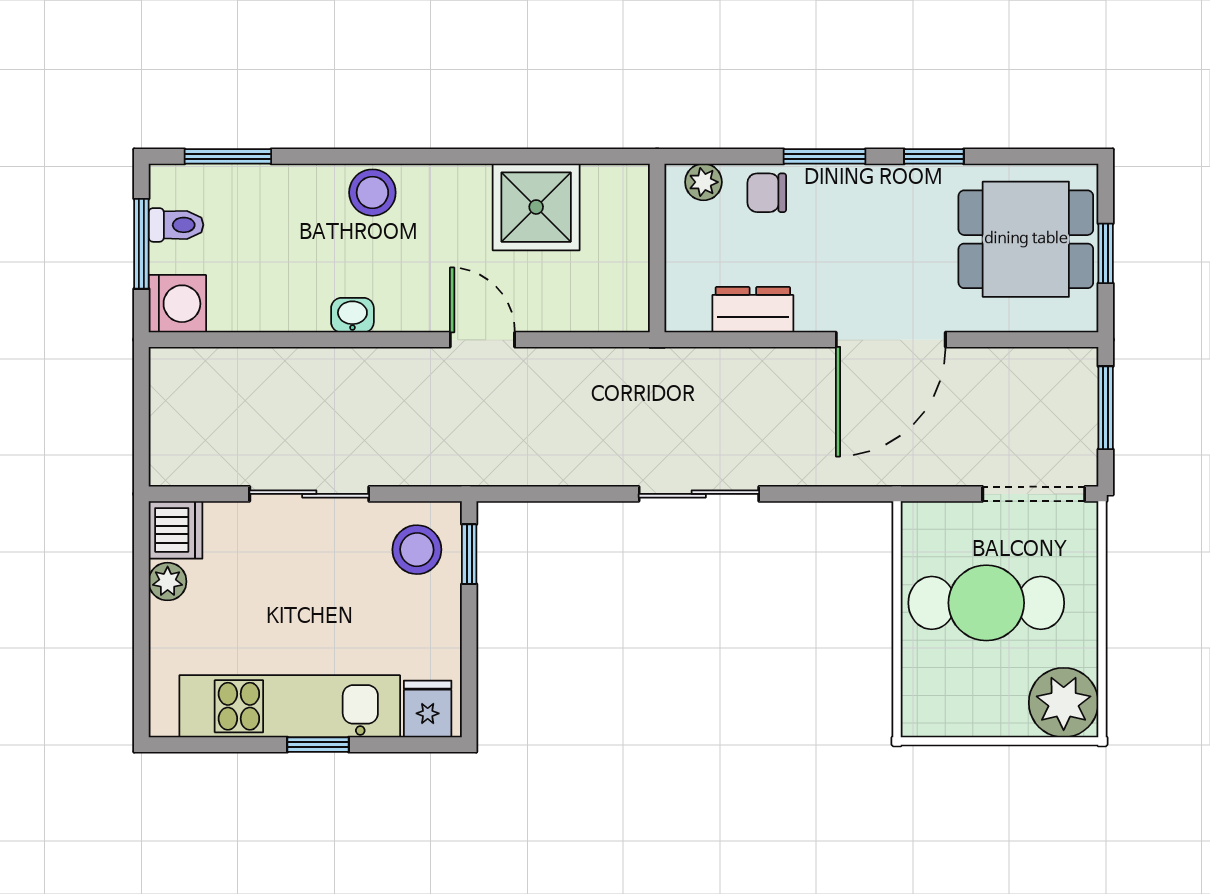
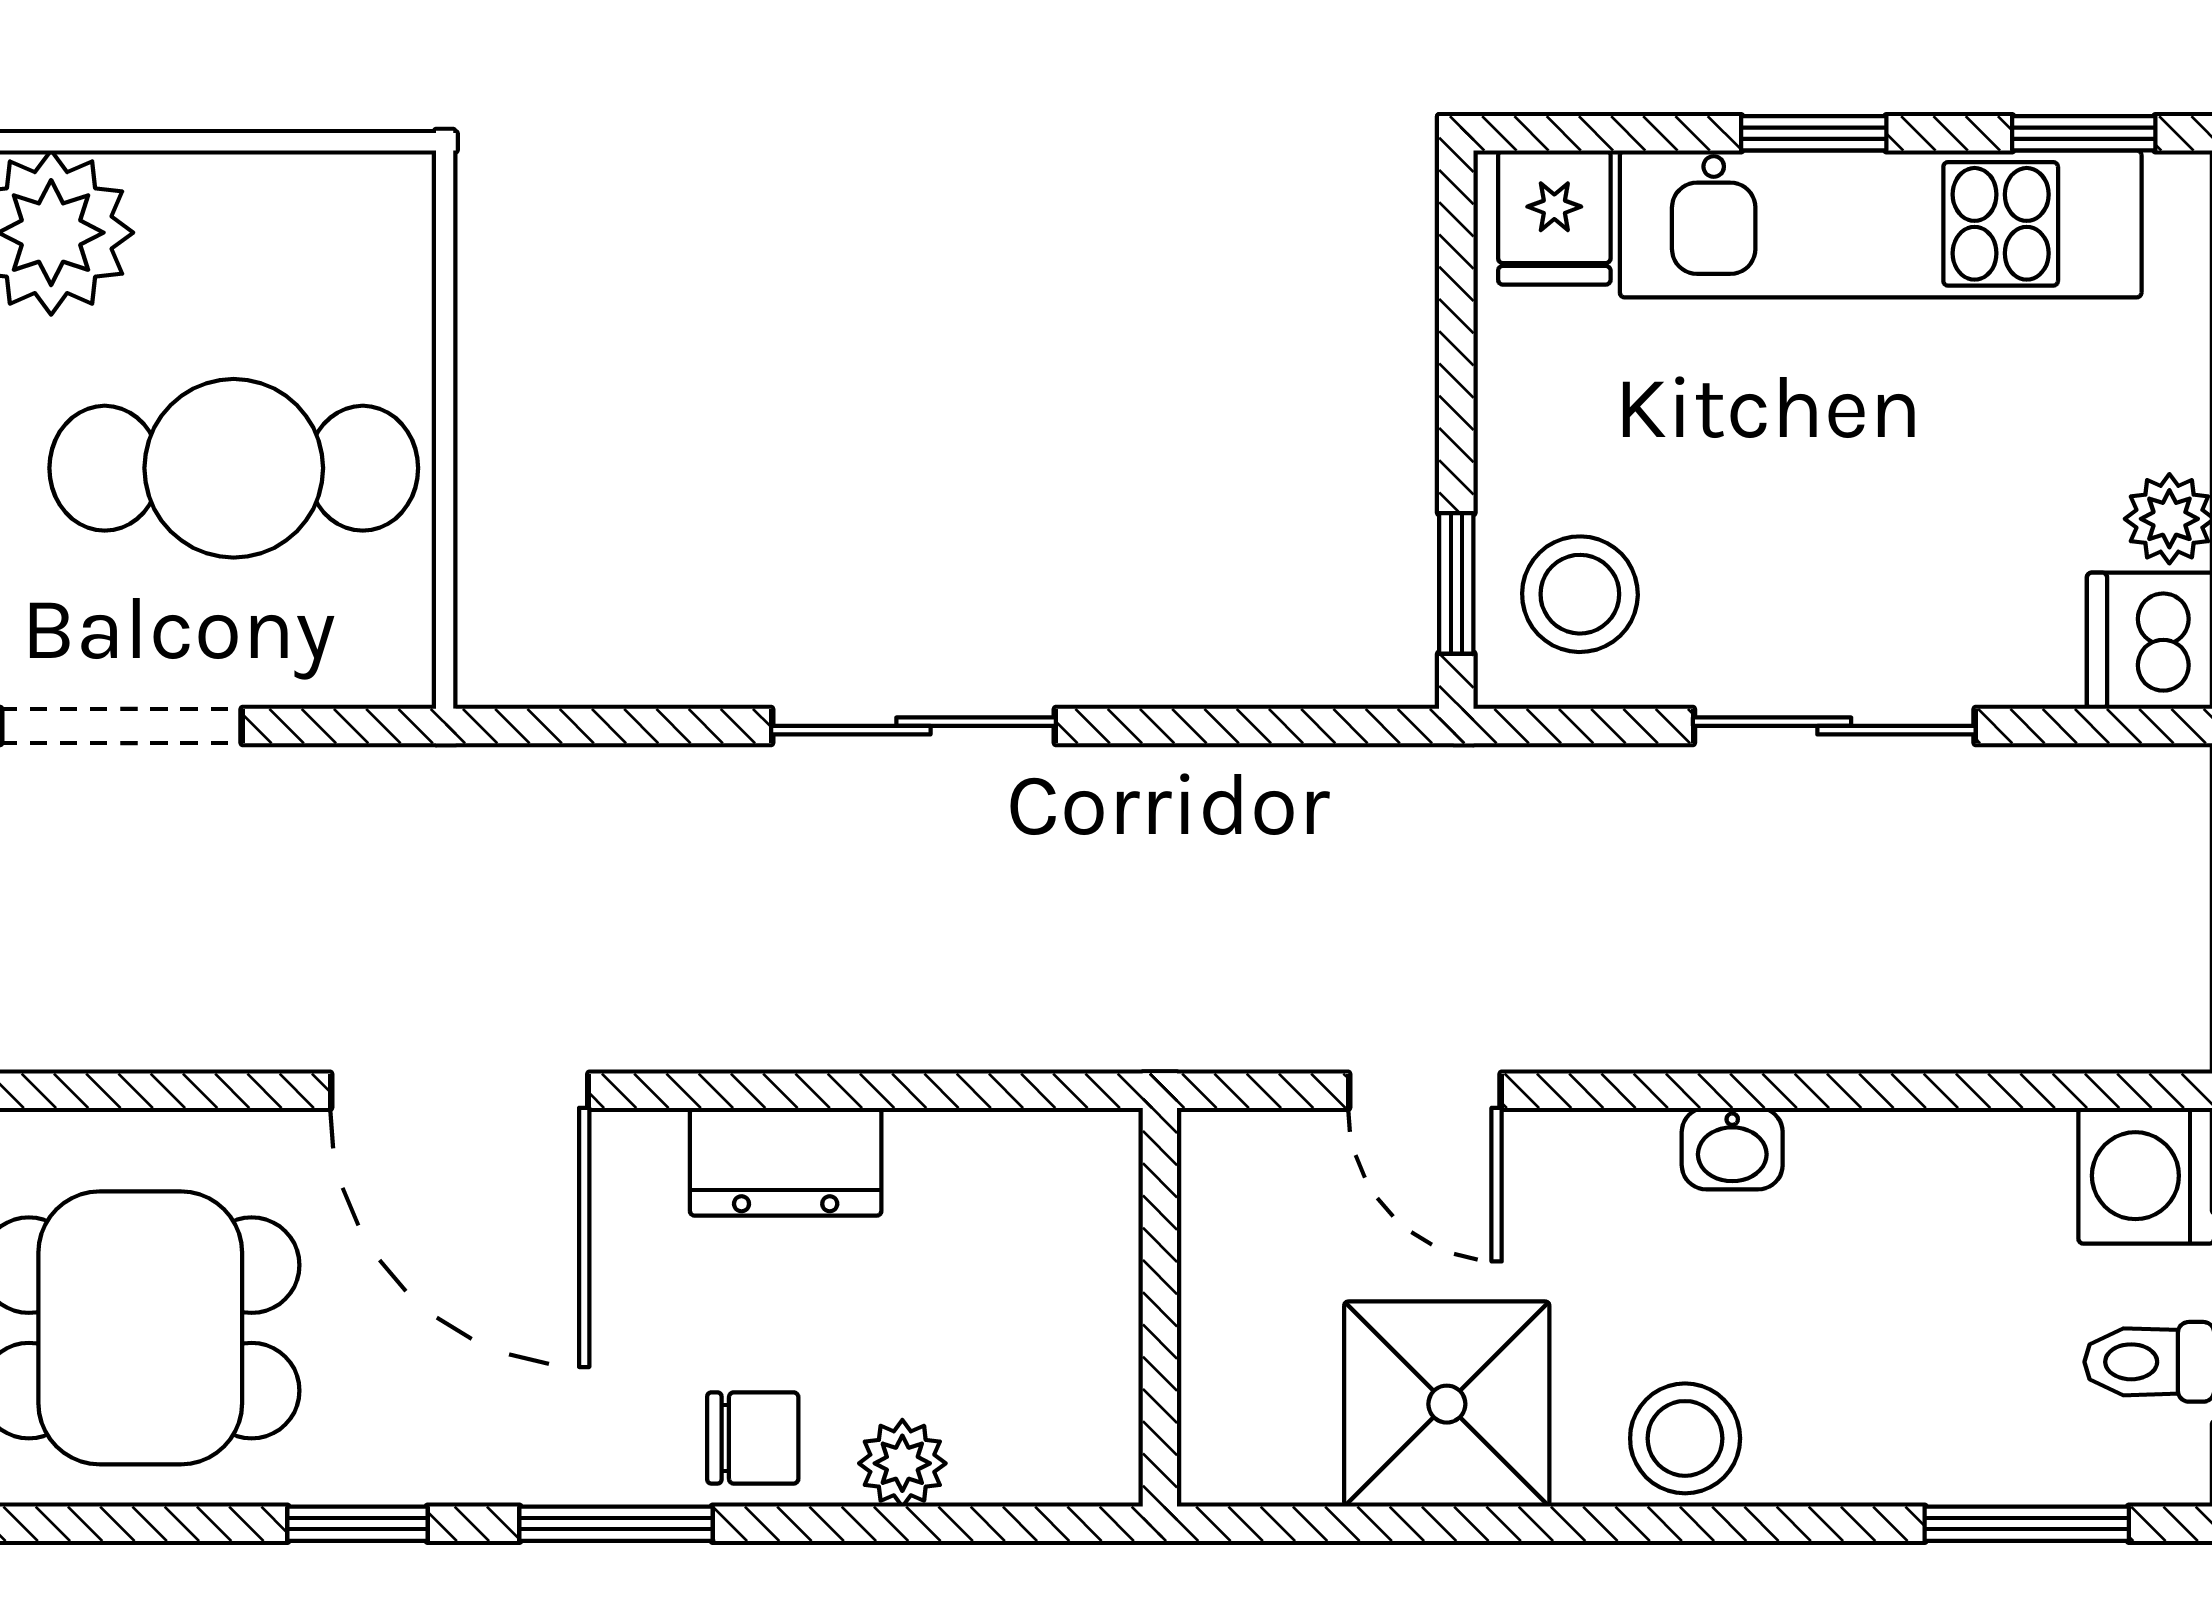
shower: (536, 207) -> (1447, 1404), moved
wall: (657, 248) -> (1160, 1307), moved
door: (891, 340) -> (460, 1091), swing flipped
window: (204, 745) -> (2084, 133), added

